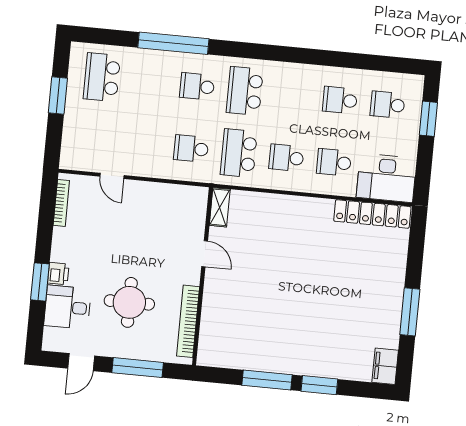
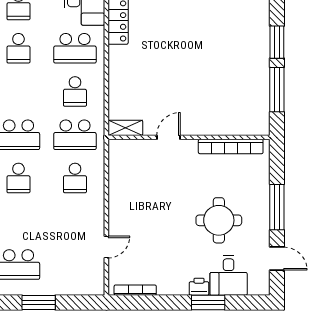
school desk: (334, 162) -> (75, 48), width x1.85
shelving: (220, 207) -> (125, 128), moved
door: (205, 254) -> (169, 137), moved
wall: (202, 276) -> (189, 137), moved
bookcase: (188, 321) -> (231, 147), moved

